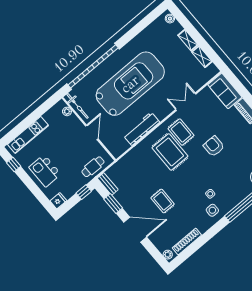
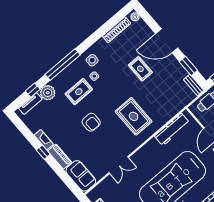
workbench: (141, 129) -> (172, 129), moved
rug: (181, 132) -> (79, 92), moved, turned 90

